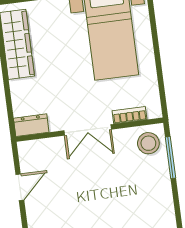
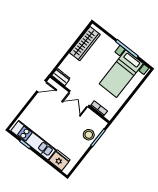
stool: (148, 143) -> (89, 135), moved
door: (20, 187) -> (41, 86), moved

